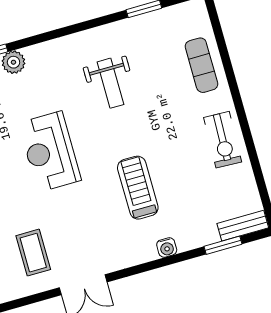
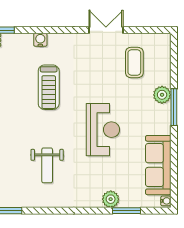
weight bench: (110, 83) -> (47, 165), turned 180

